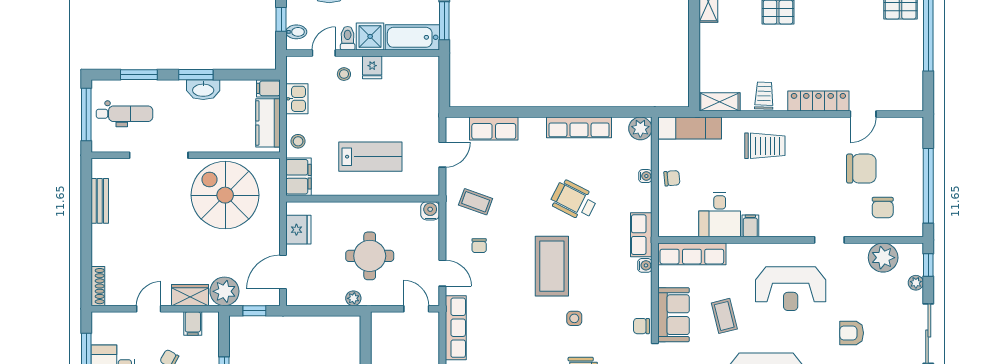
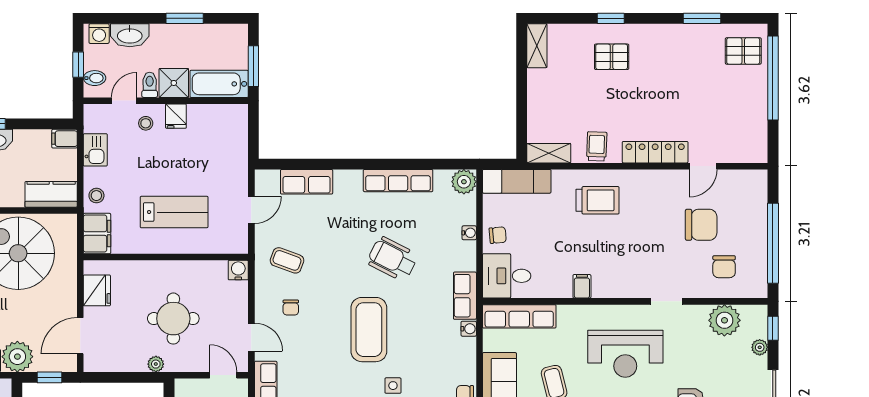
kitchen counter: (268, 123) -> (51, 194), moved, turned 90
desk: (720, 215) -> (507, 276), moved, turned 90

